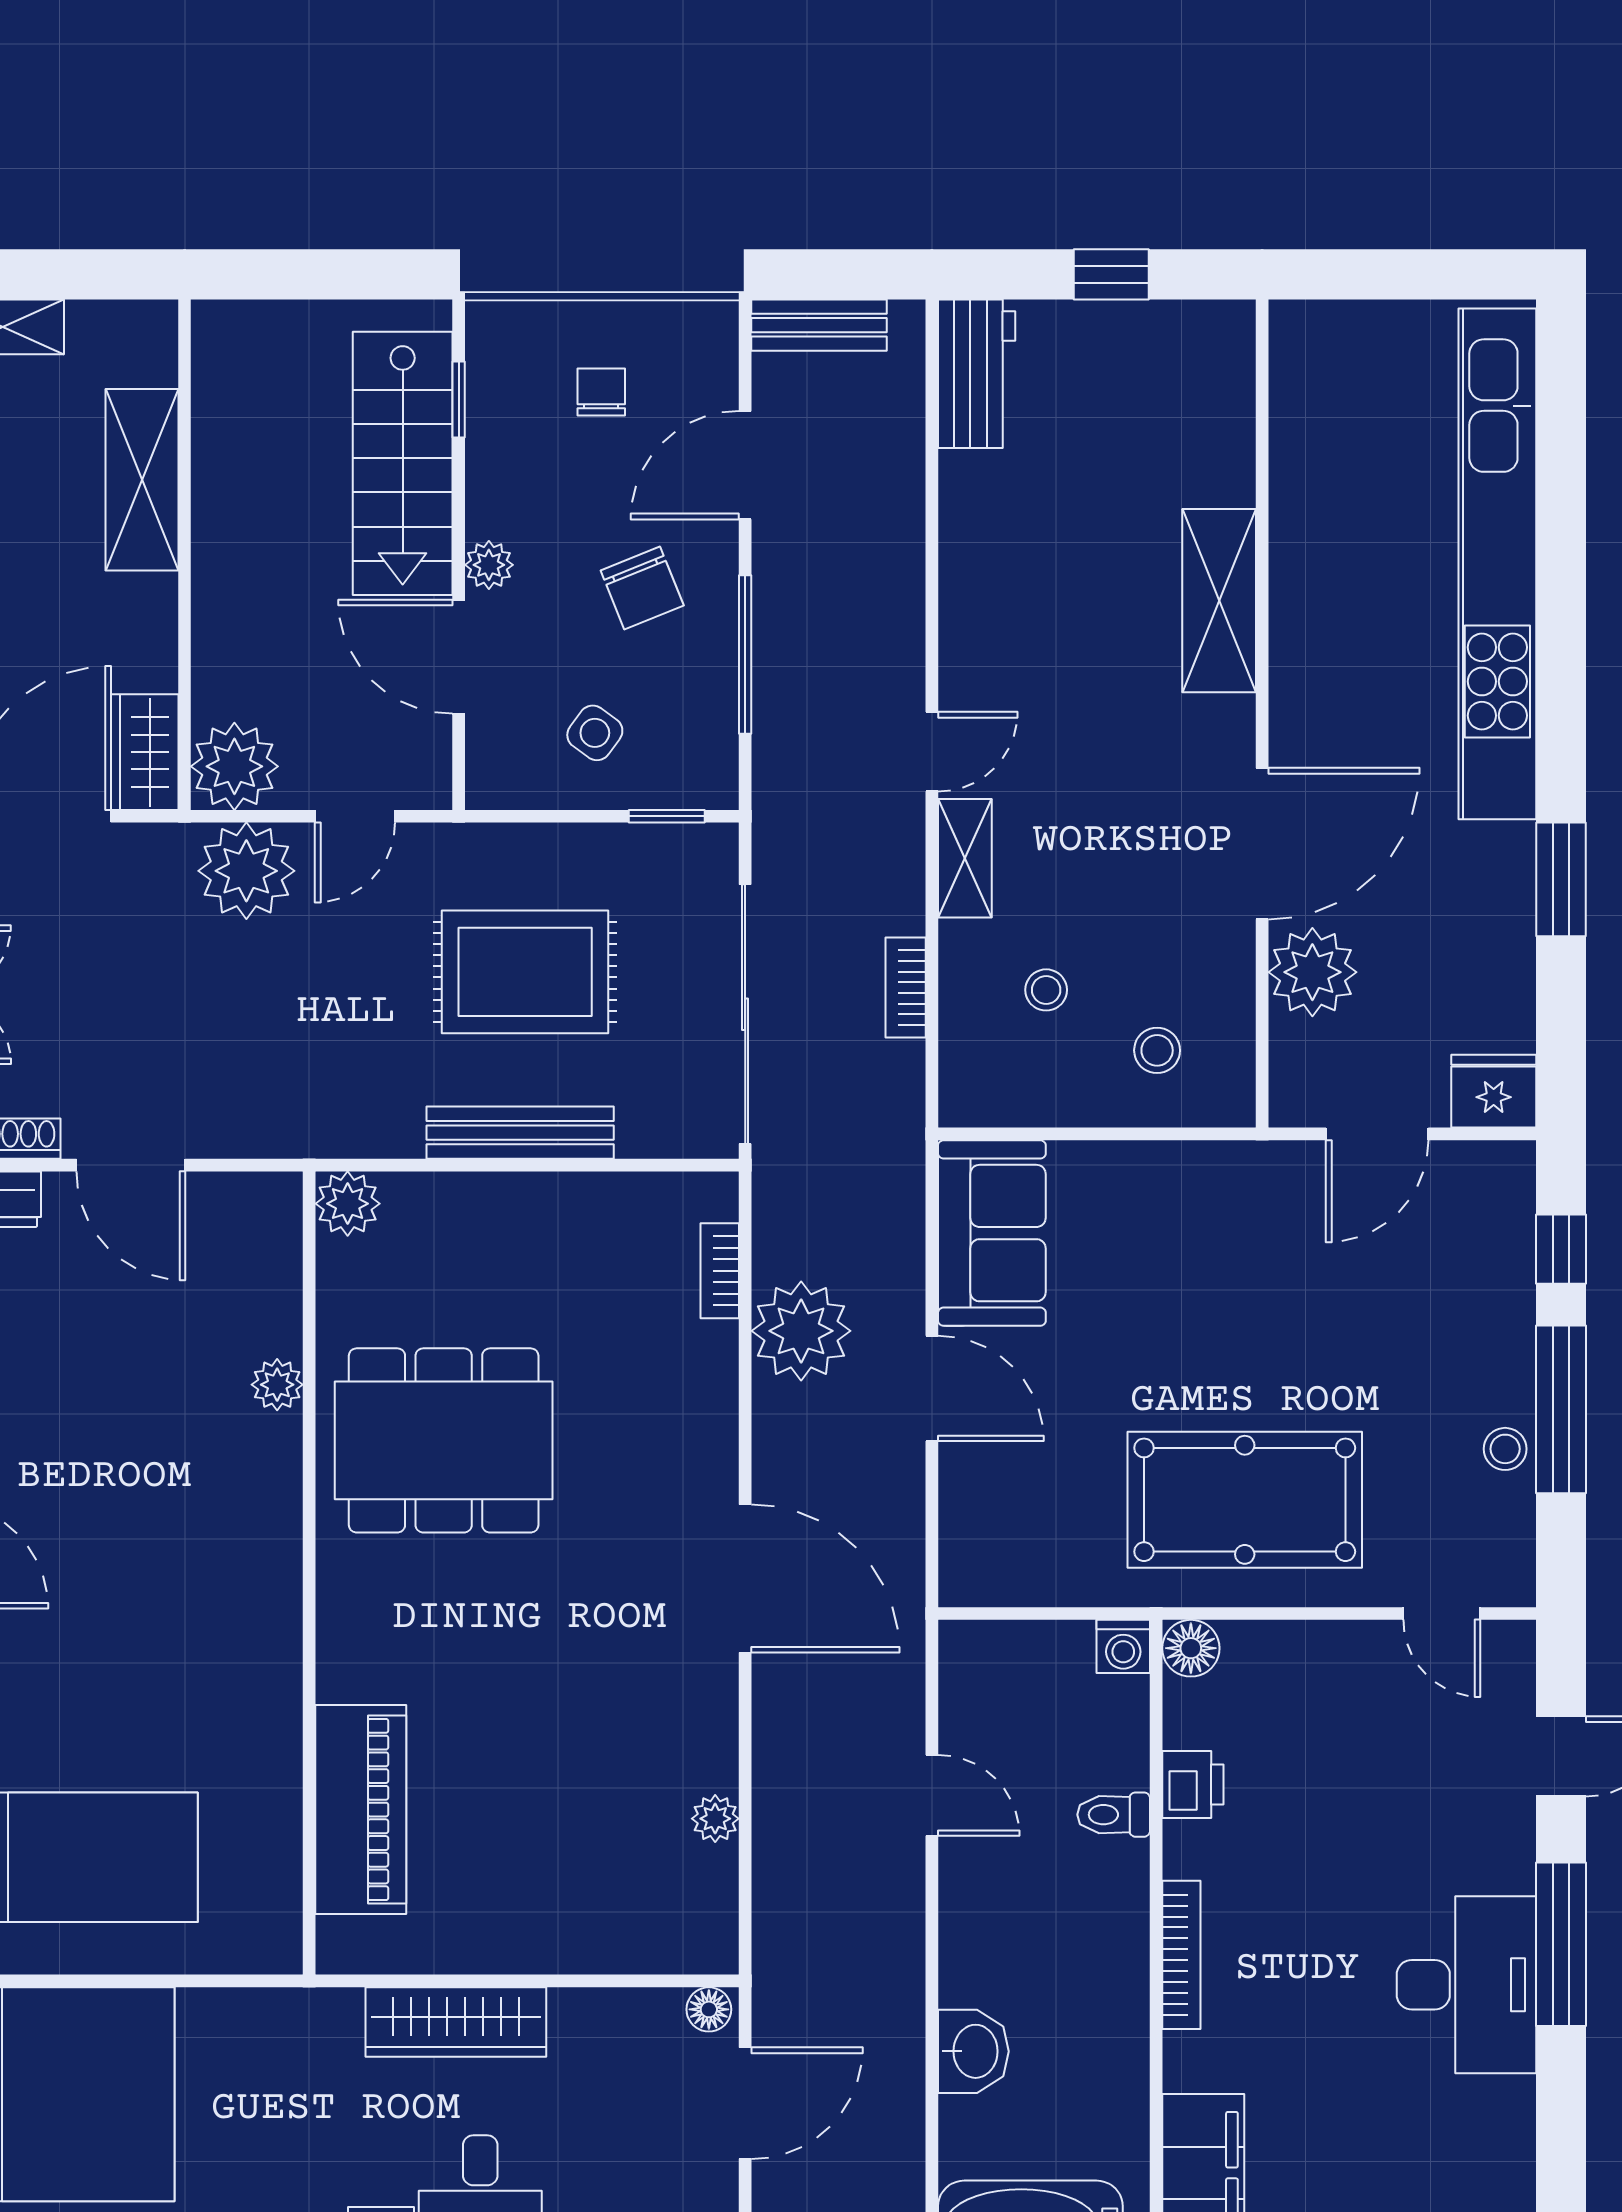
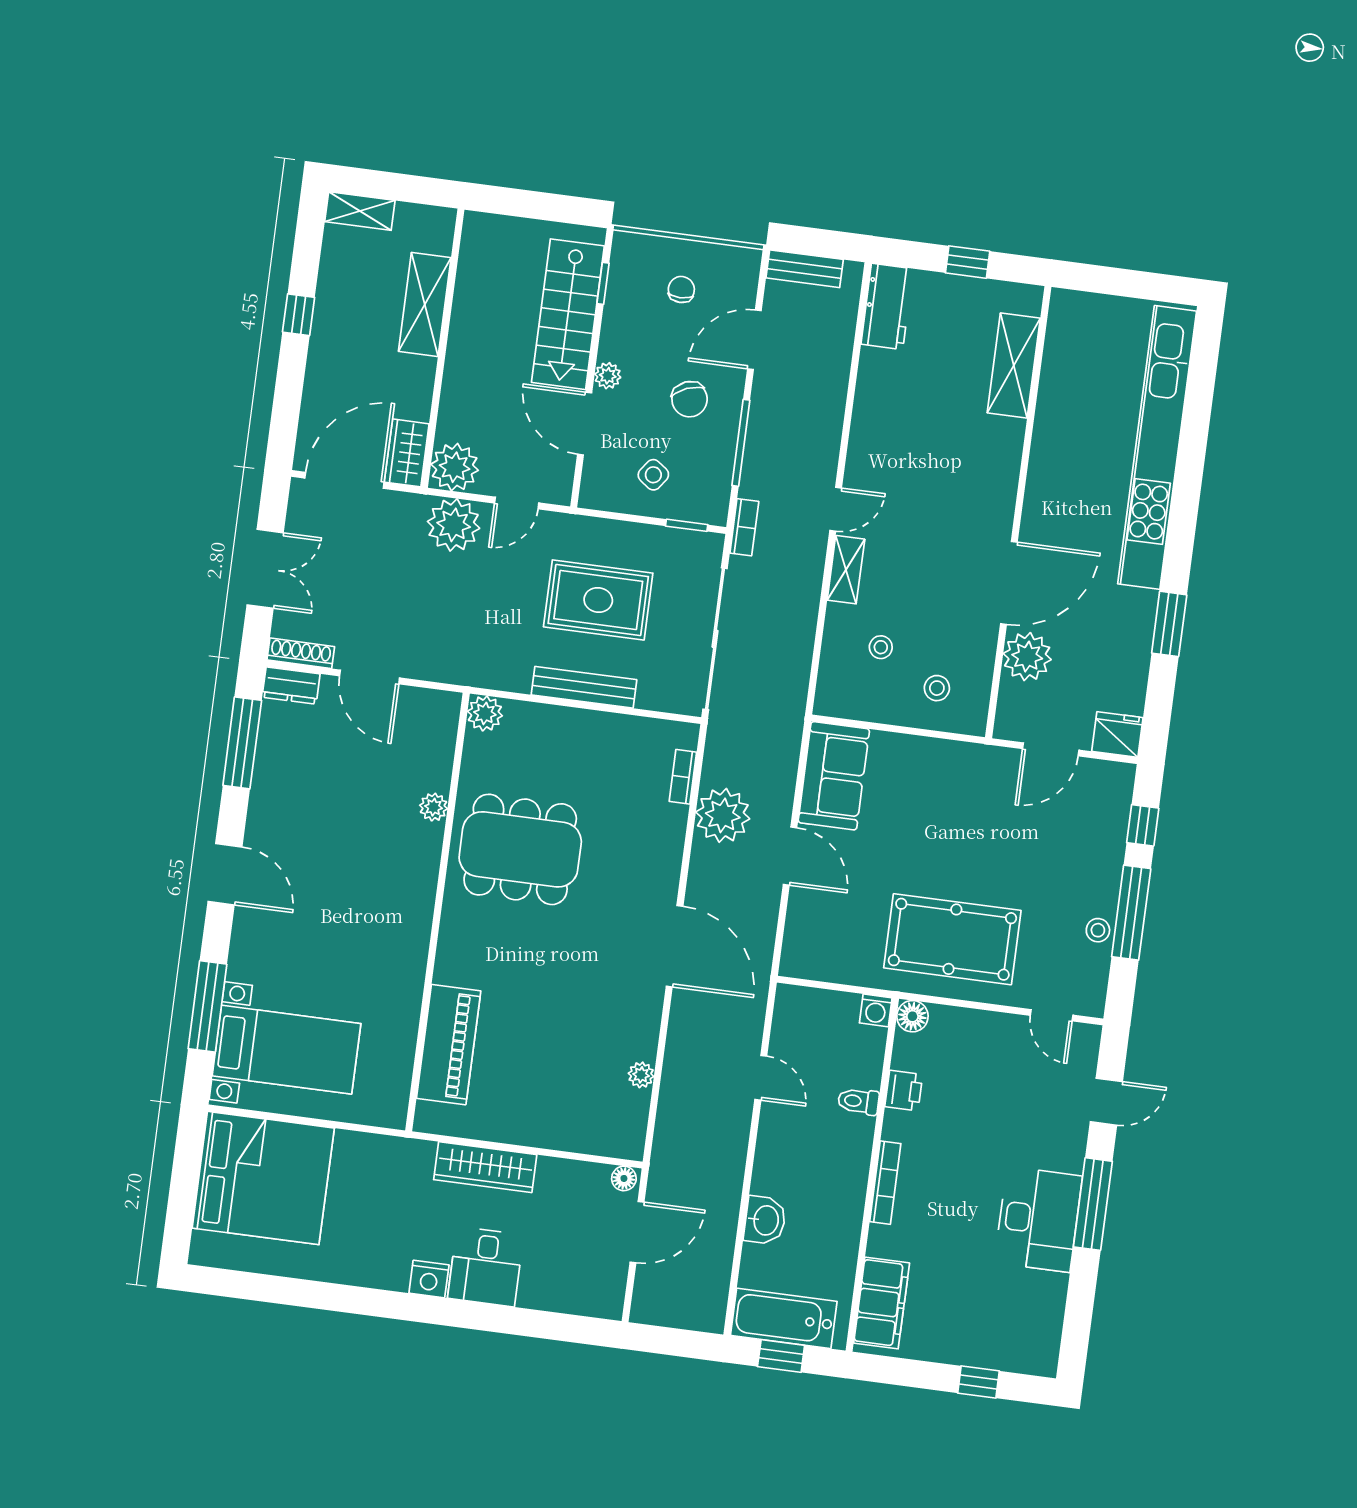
shelving: (1219, 601) -> (1014, 366), moved
bookcase: (906, 988) -> (744, 527), moved, turned 180

